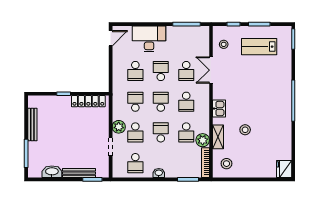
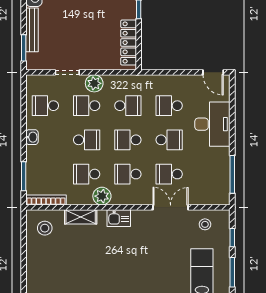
school desk: (161, 102) -> (128, 140), turned 180
stool: (245, 130) -> (90, 253), removed
plant: (203, 140) -> (102, 196), moved

